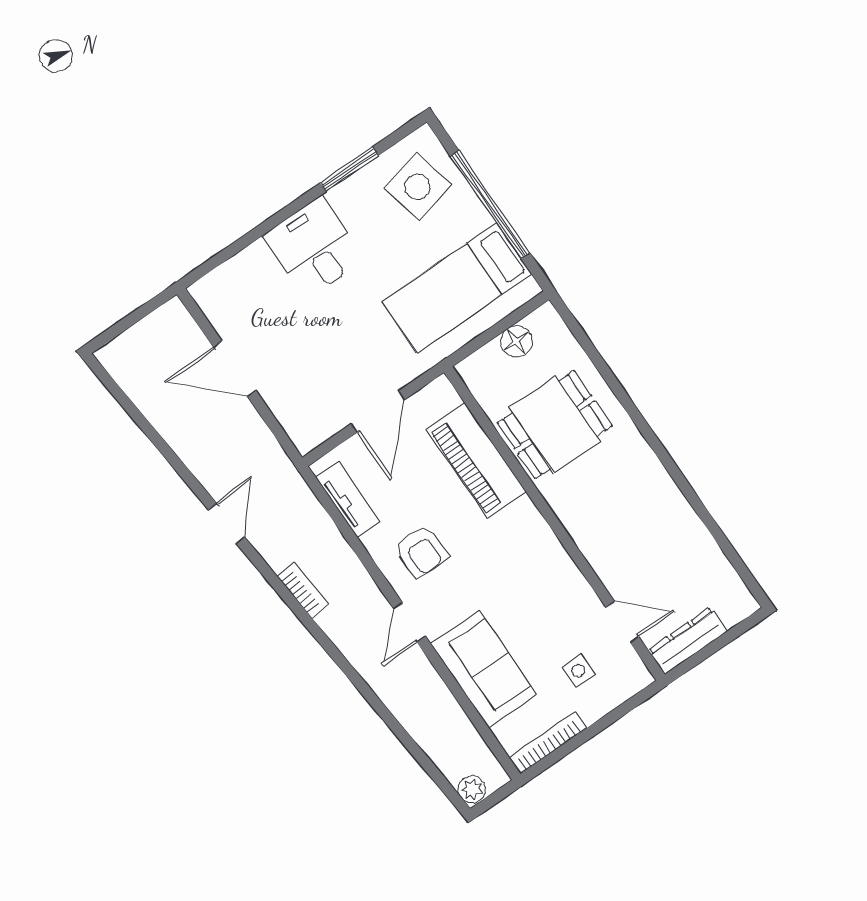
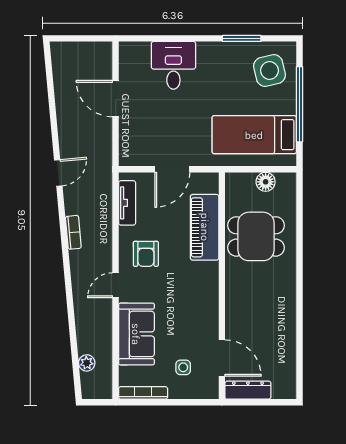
desk: (314, 247) -> (173, 65), moved
door: (622, 622) -> (222, 358), width x1.38
plant: (472, 789) -> (87, 363), moved

